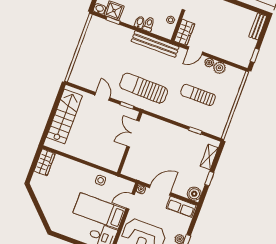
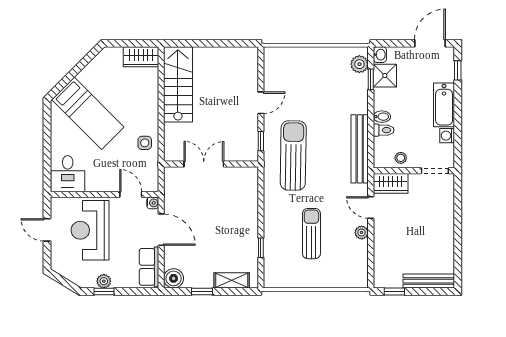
bench: (258, 26) -> (429, 281), width x1.36
plant: (219, 68) -> (359, 64), moved
stairs: (64, 116) -> (178, 84), moved, turned -90
double door: (133, 134) -> (204, 164), moved
bed: (99, 211) -> (88, 113), moved, turned 135

